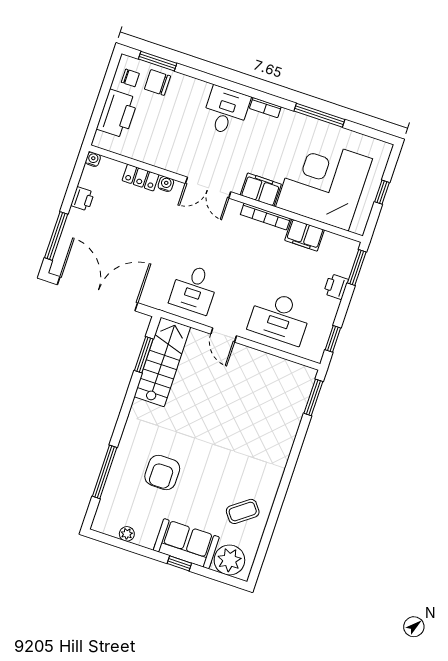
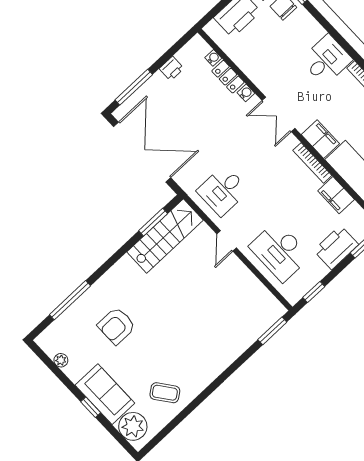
water cooler: (93, 159) -> (213, 58), moved
printer: (336, 287) -> (336, 248), width x1.87, depth x1.48

